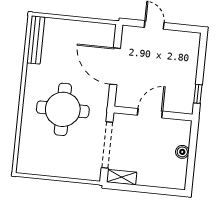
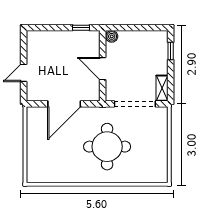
bench: (36, 40) -> (48, 177), removed
boiler: (182, 152) -> (112, 36), moved
window: (162, 191) -> (171, 51), added

